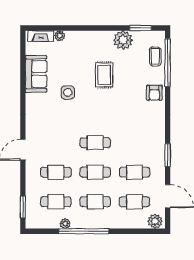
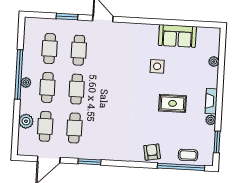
fireplace: (41, 36) -> (211, 101), moved
plant: (123, 40) -> (211, 120), width x0.53, depth x0.53
armchair: (154, 93) -> (152, 152), turned 80
cafe table: (95, 143) -> (106, 91), removed
window: (23, 207) -> (67, 17), moved
plant: (155, 221) -> (26, 121), moved
plant: (65, 224) -> (26, 83), moved

